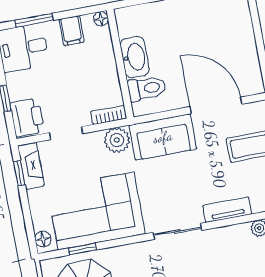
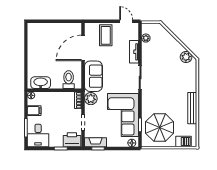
washbasin: (135, 57) -> (41, 83), moved

